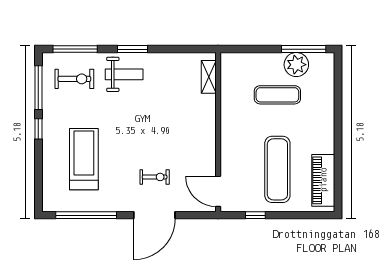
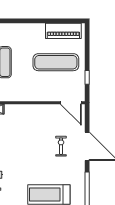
door: (218, 191) -> (71, 103), hinge flipped

